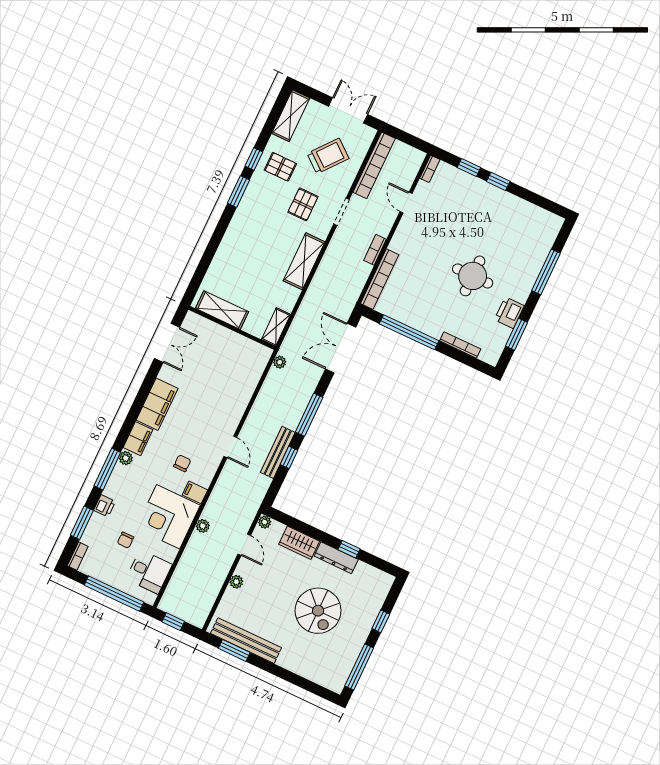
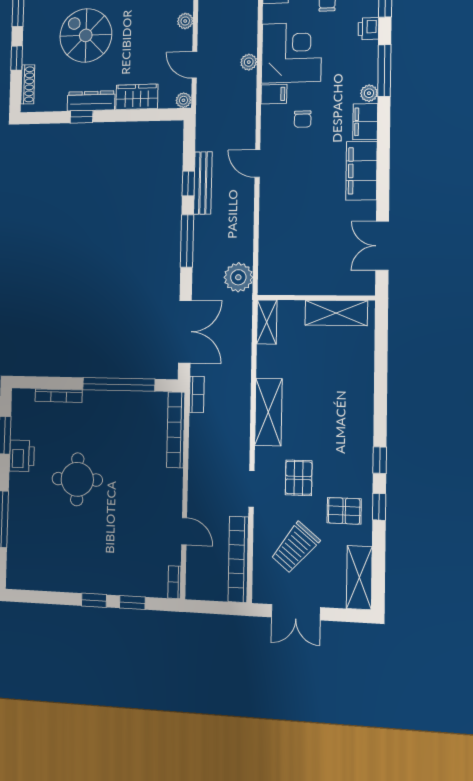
window: (238, 192) -> (380, 460), width x0.67
bookcase: (375, 250) -> (197, 394), moved
plant: (280, 362) -> (238, 277), width x1.88, depth x1.88
shoe rack: (381, 596) -> (28, 84), added

